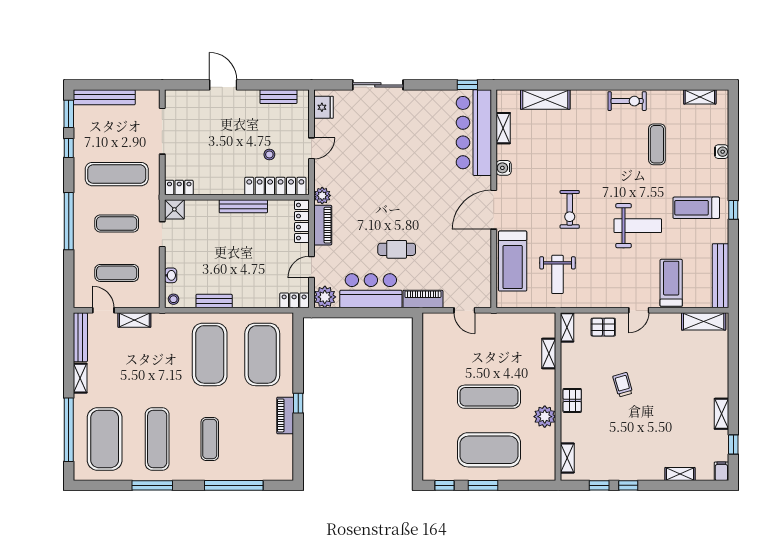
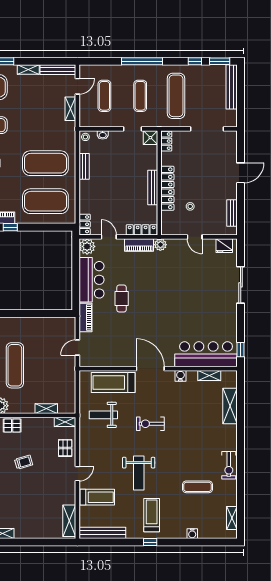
locker: (275, 186) -> (167, 188), moved
door: (639, 310) -> (77, 474), swing flipped

